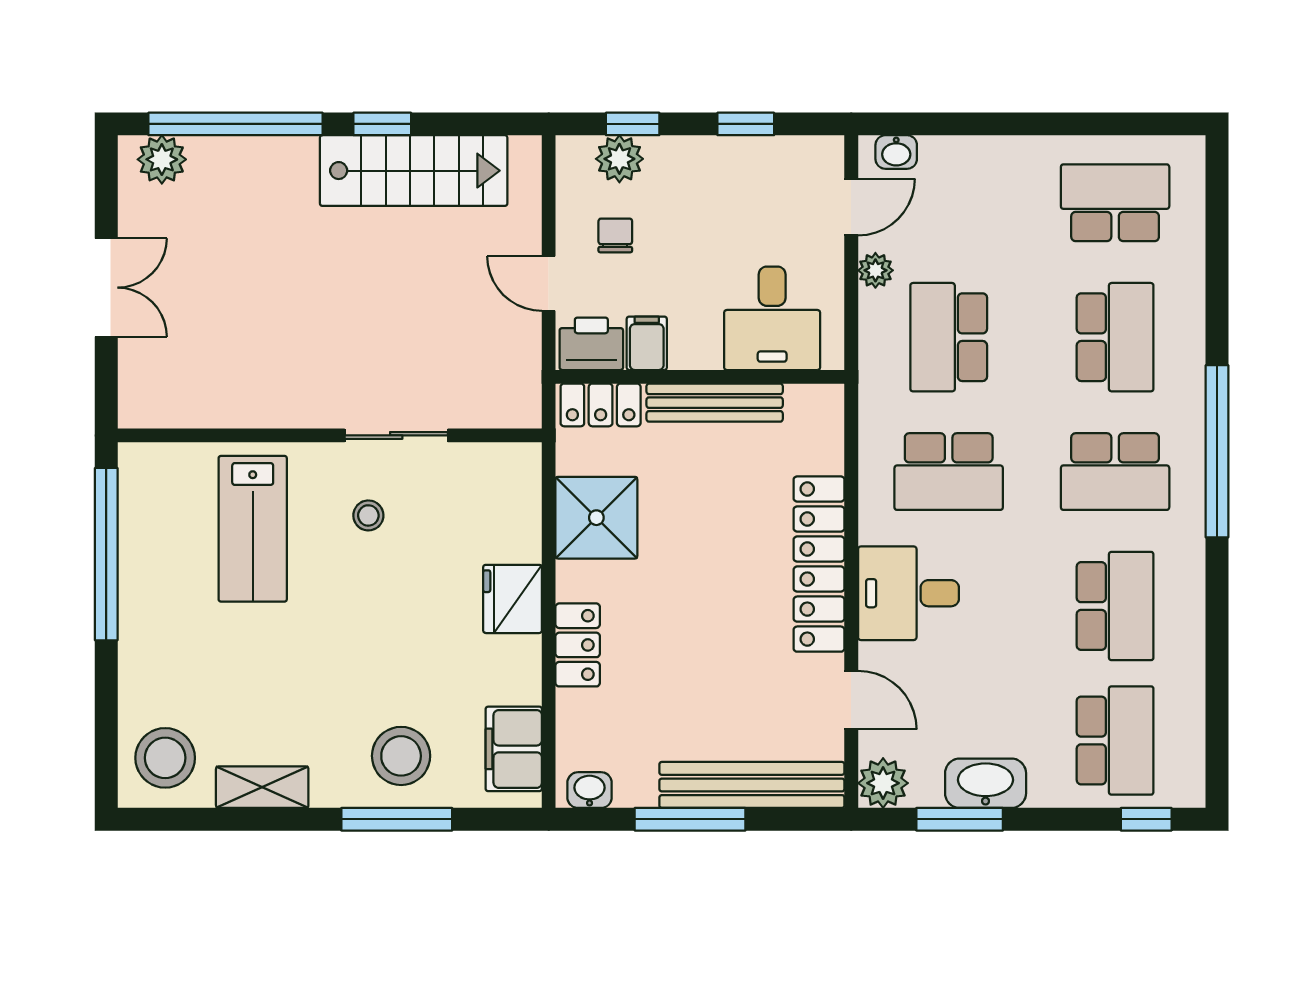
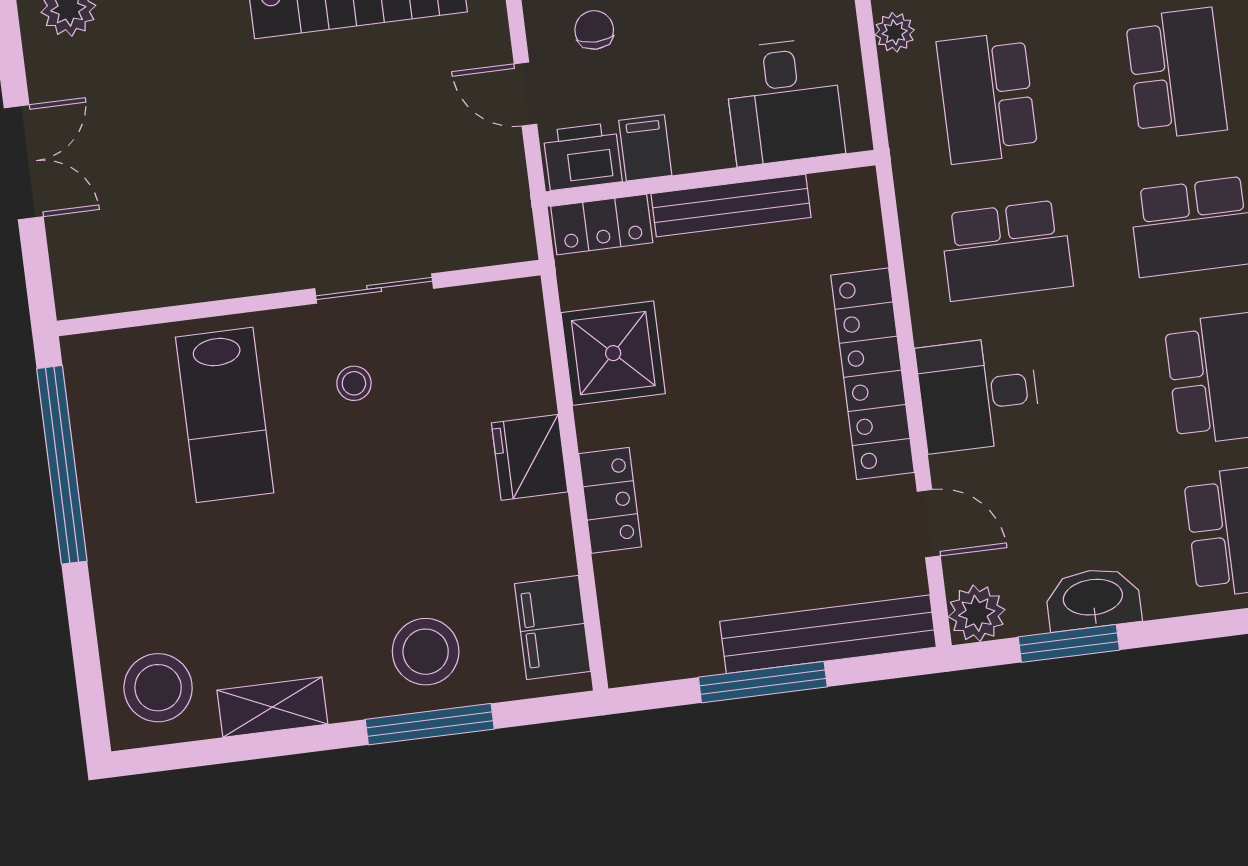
washbasin: (590, 790) -> (644, 663), removed

